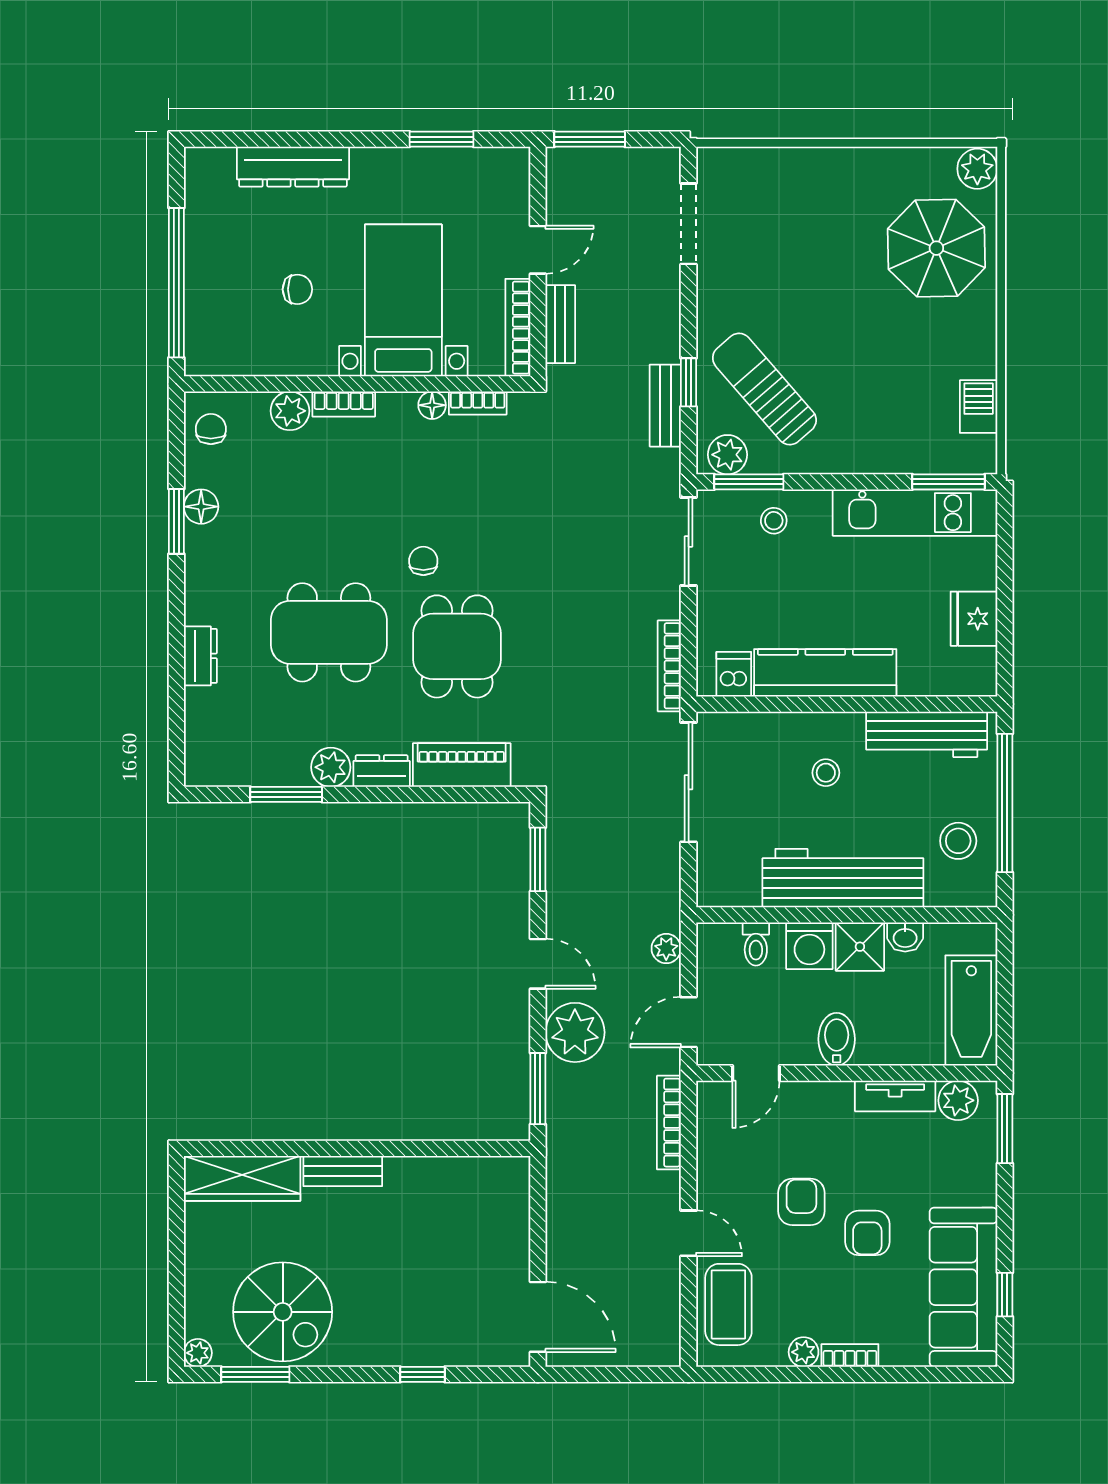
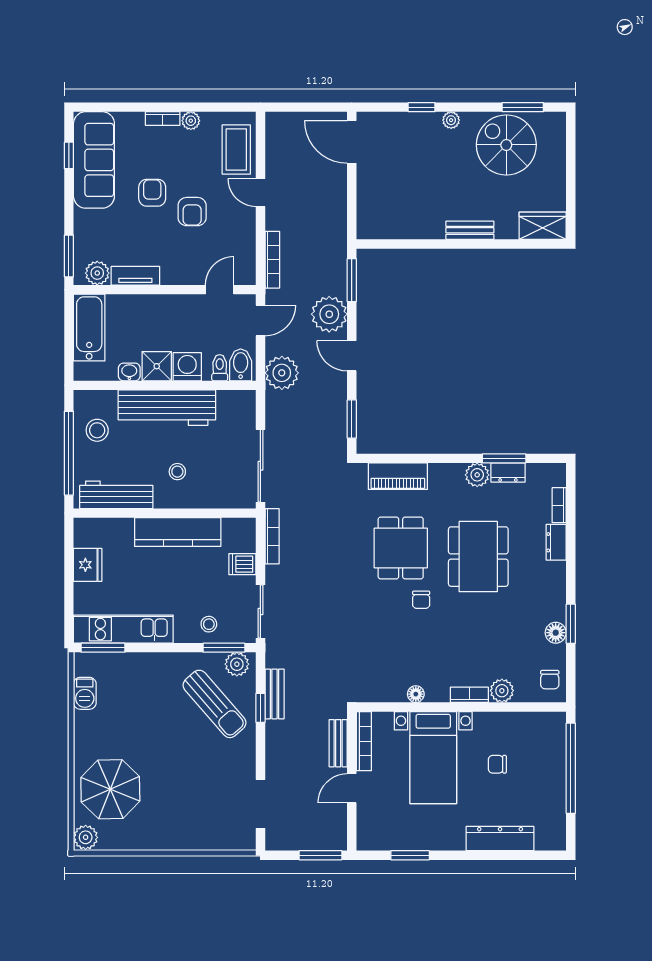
bookcase: (478, 403) -> (559, 505), moved, turned -90
dining table: (329, 632) -> (478, 557), turned 90
dishwasher: (734, 674) -> (242, 564), moved, turned 90
dresser: (382, 771) -> (508, 473), moved
plant: (666, 949) -> (282, 373), width x1.88, depth x1.88
bidet: (837, 1039) -> (241, 365), moved, turned 180
wardrobe: (242, 1178) -> (543, 226), width x0.67
plant: (198, 1353) -> (451, 120), moved

